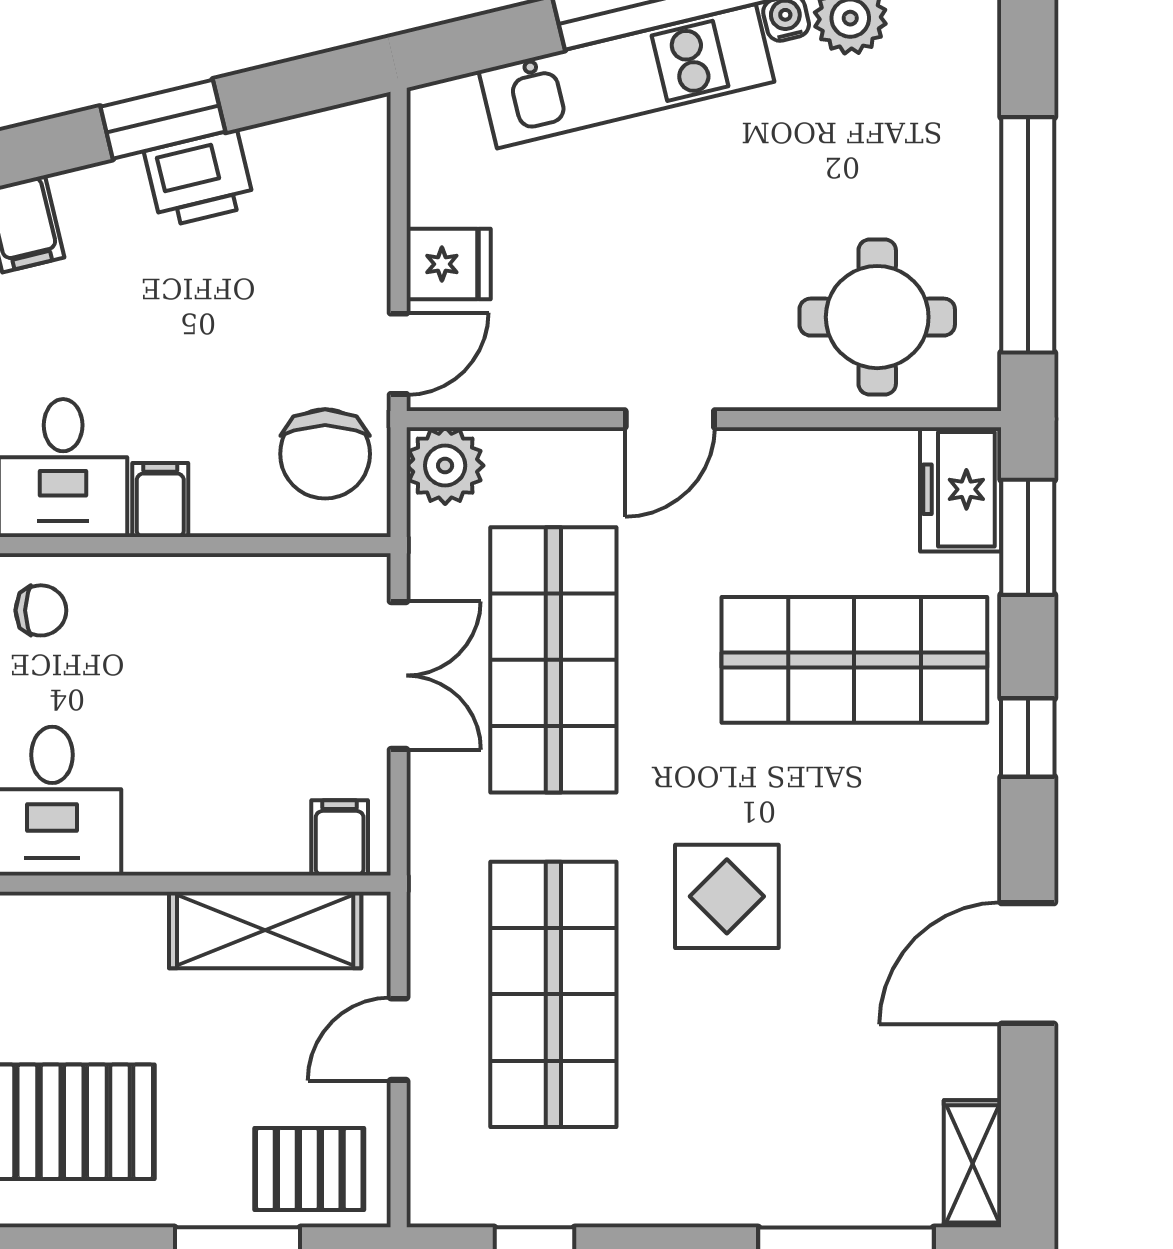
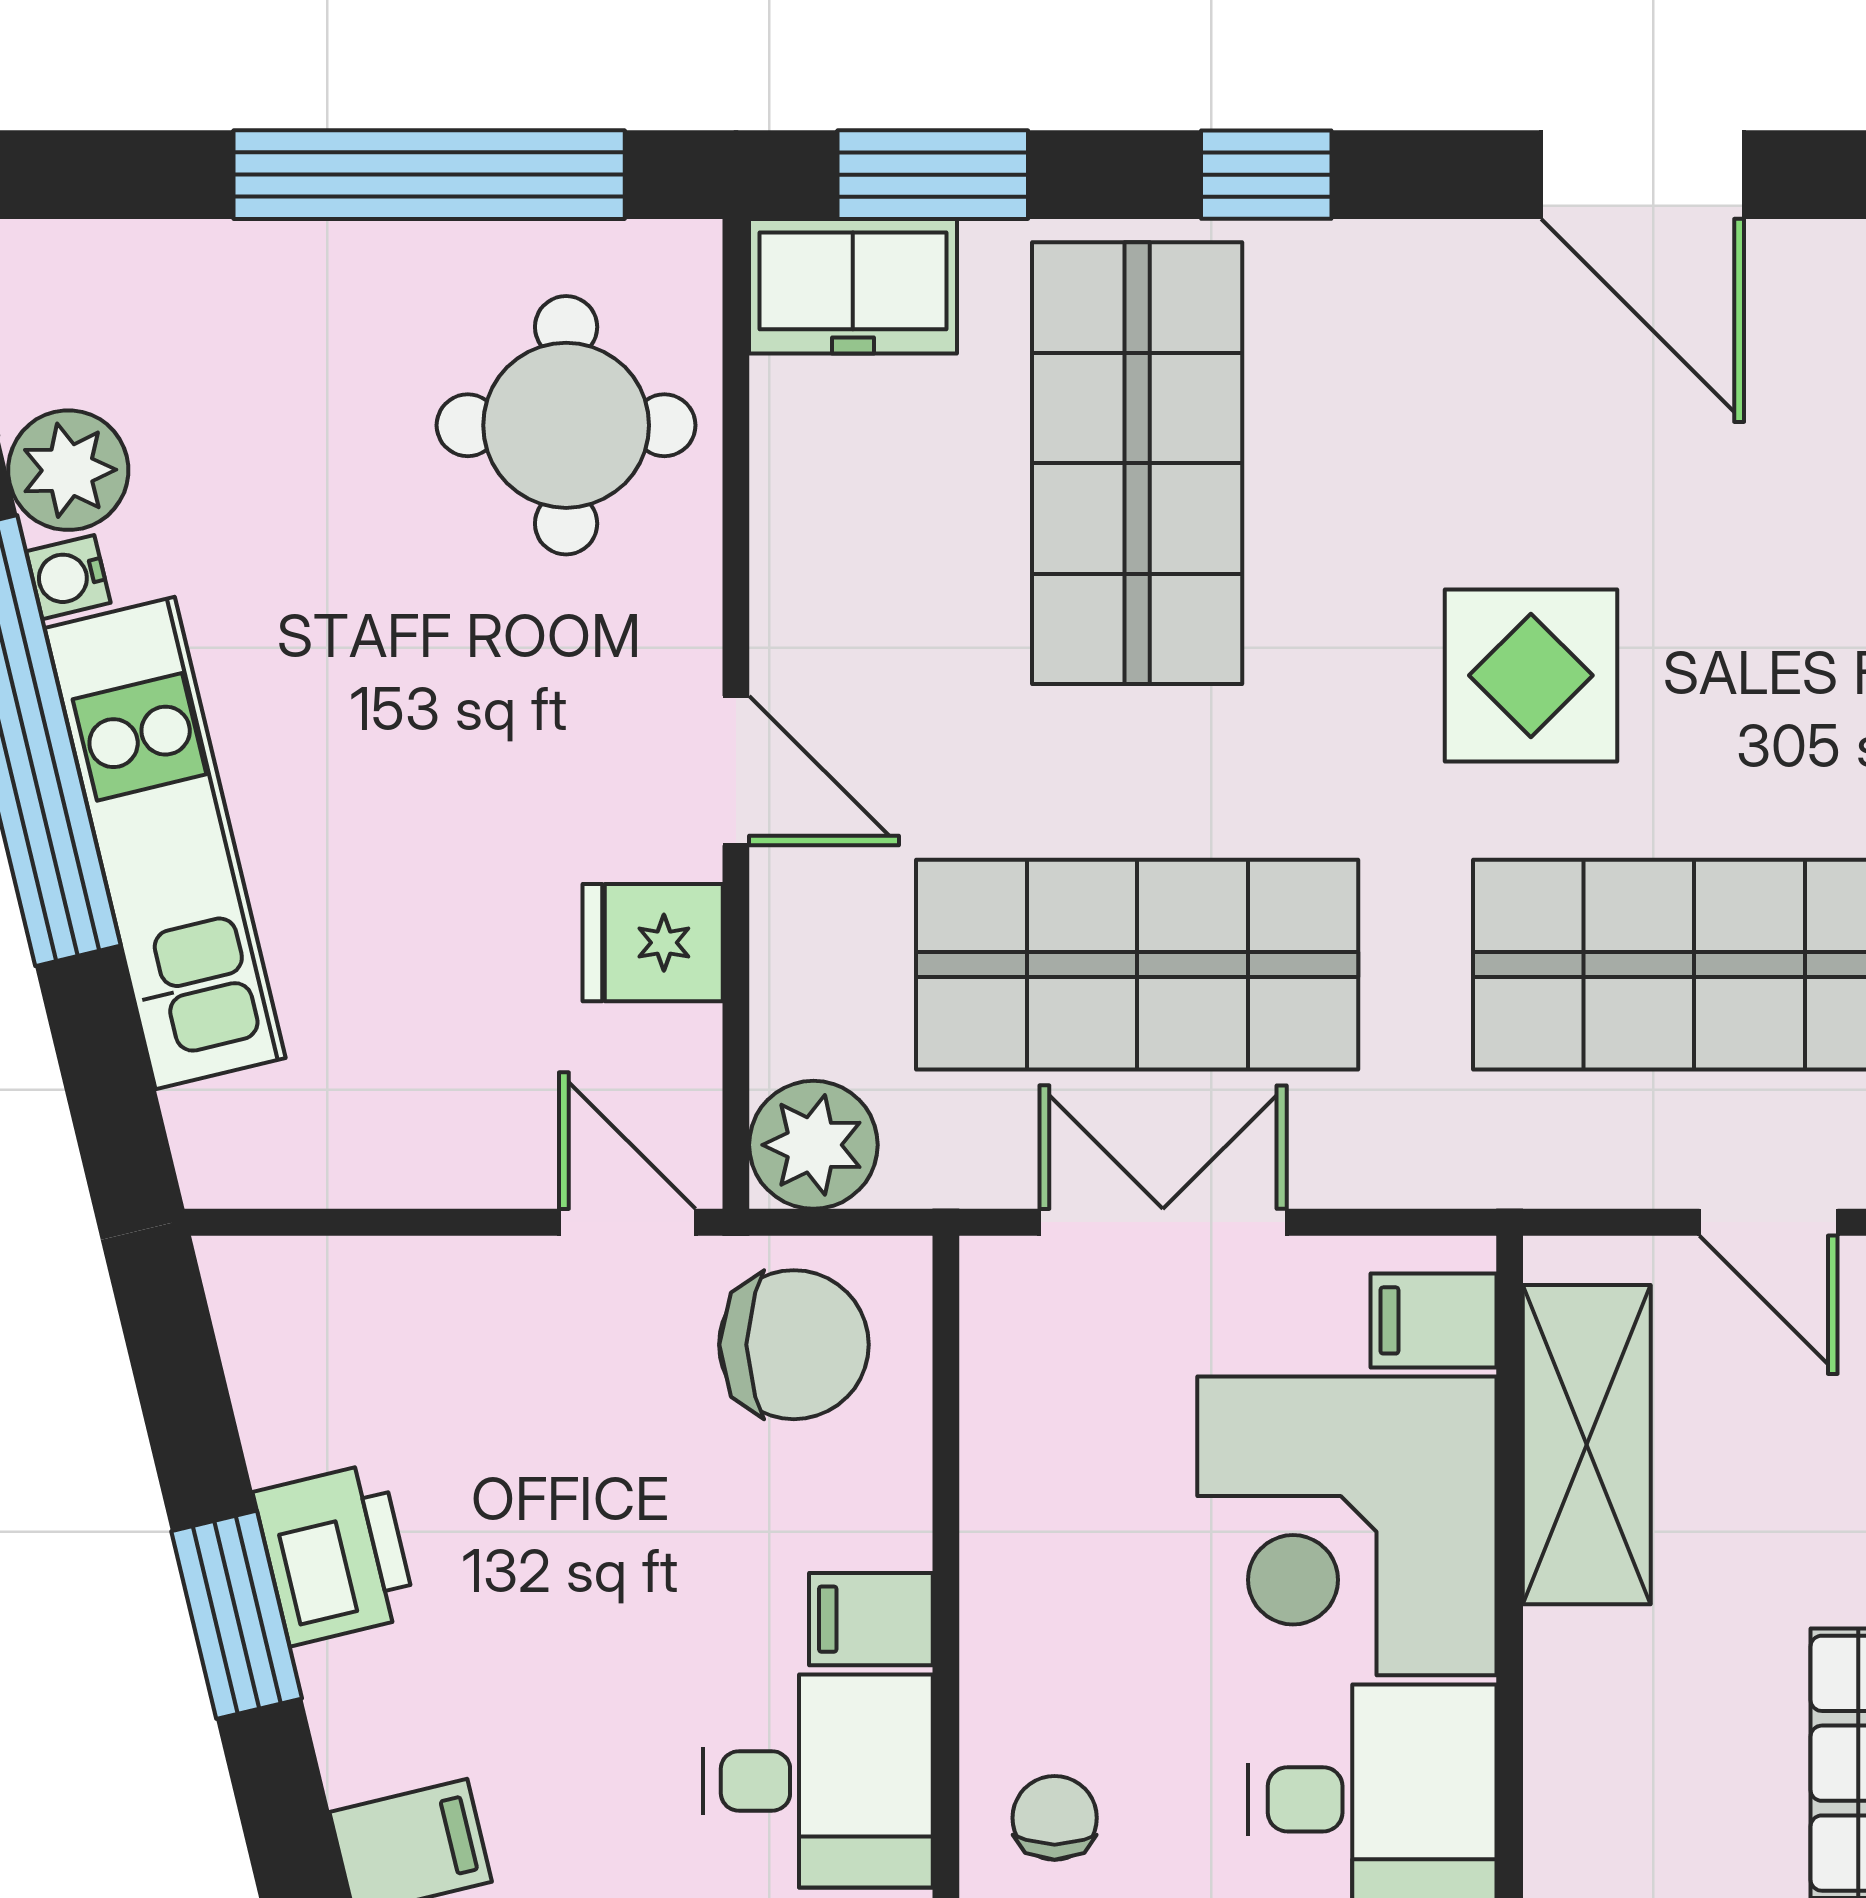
fridge: (449, 264) -> (653, 943), moved, turned -90
corner desk: (216, 786) -> (1347, 1526), added

